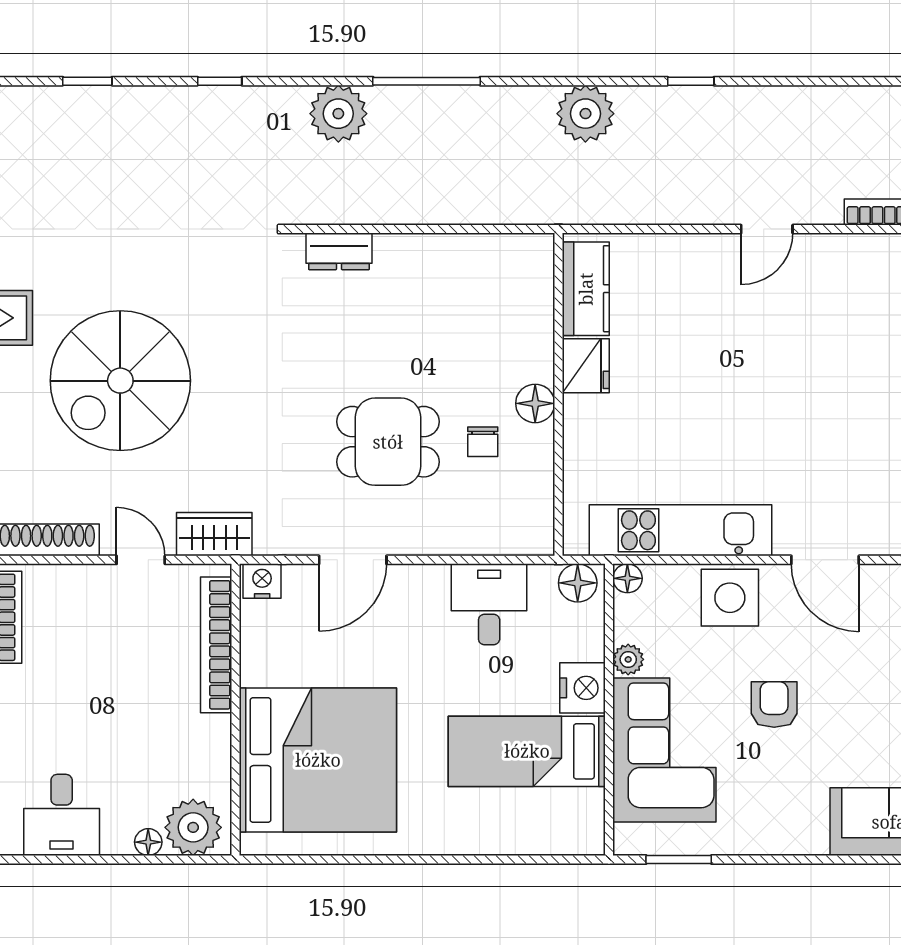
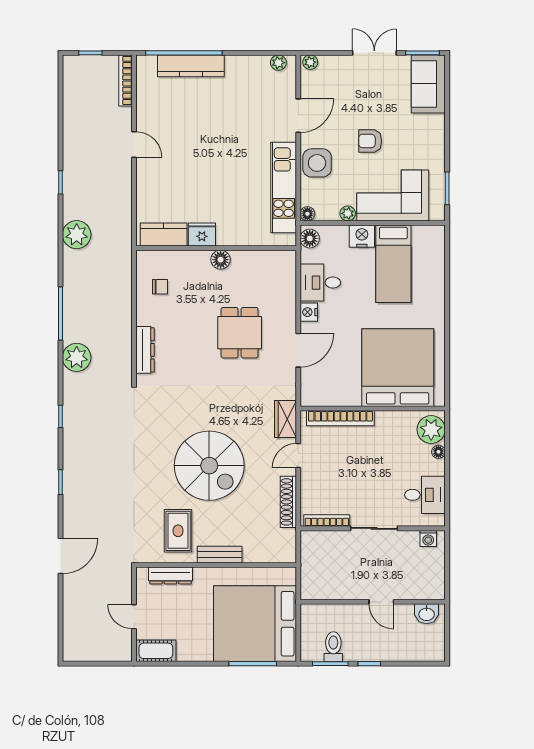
dresser: (339, 251) -> (145, 350), width x1.44
chair: (483, 442) -> (160, 287), moved
door: (353, 560) -> (298, 350), hinge flipped
nightstand: (262, 581) -> (309, 312), moved

